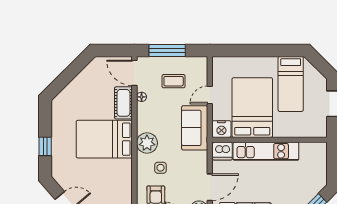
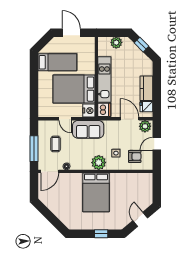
cot: (123, 103) -> (71, 179), removed
plant: (319, 168) -> (116, 43), added

